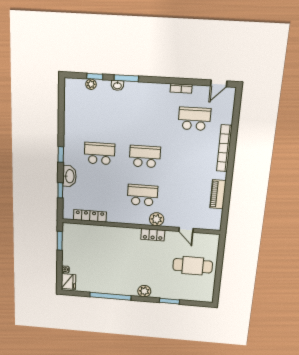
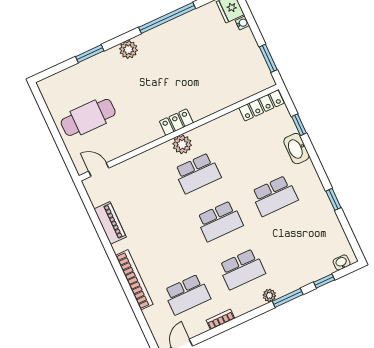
plant: (91, 84) -> (269, 295), moved
washbasin: (117, 85) -> (342, 263), moved
school desk: (147, 116) -> (242, 269), added
window: (61, 155) -> (333, 199), moved
locker: (90, 216) -> (261, 105), moved
plant: (157, 219) -> (182, 144), moved
door: (186, 230) -> (99, 170), moved
locker: (153, 235) -> (176, 122), moved

